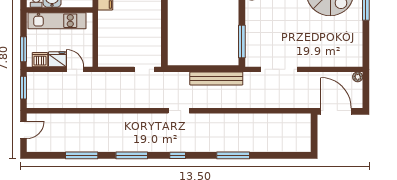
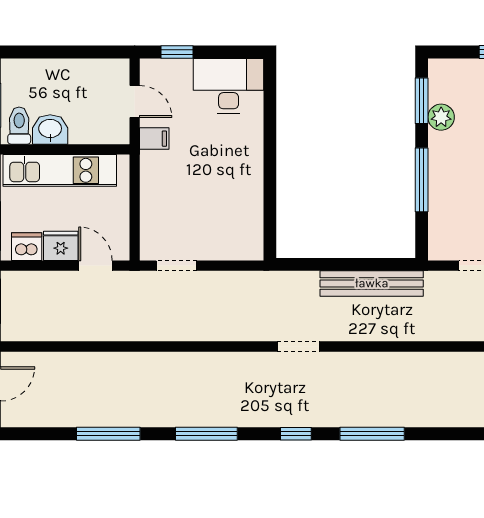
window: (242, 41) -> (422, 180), moved
doorway: (144, 69) -> (176, 266), moved
window: (233, 155) -> (372, 434), moved

